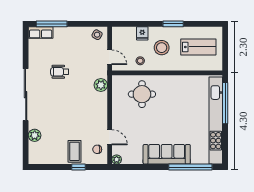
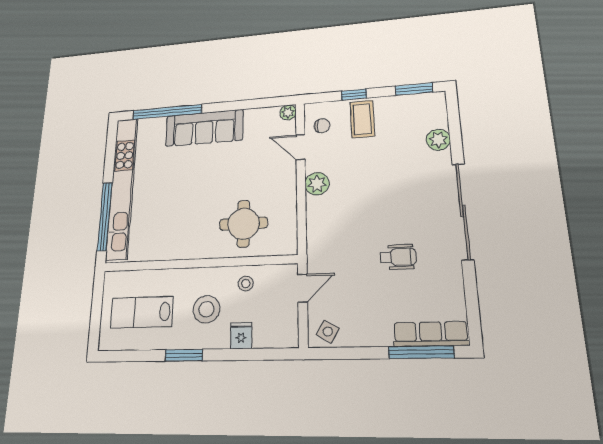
row of seats: (41, 33) -> (431, 334), width x1.48
door: (110, 57) -> (303, 288), swing flipped
plant: (101, 85) -> (317, 184), moved
window: (45, 167) -> (414, 89), added

